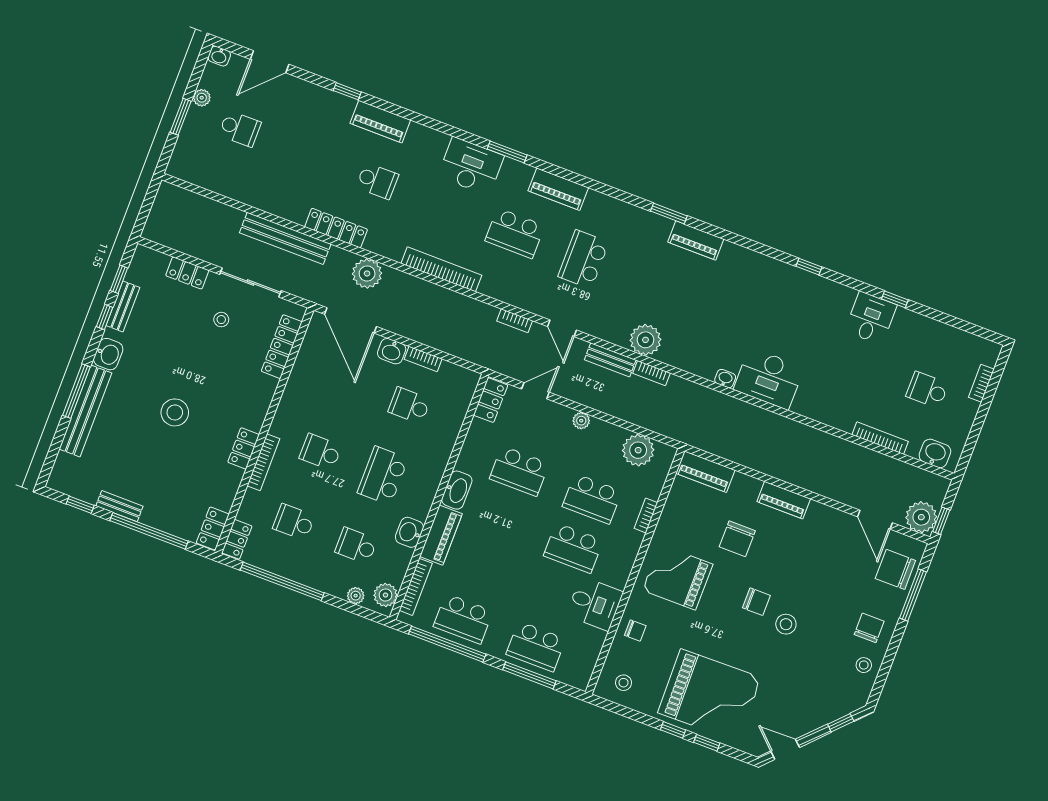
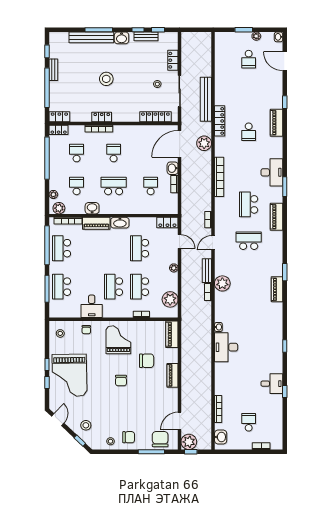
chair: (737, 539) -> (147, 361), turned 180
stool: (786, 624) -> (86, 425), moved

